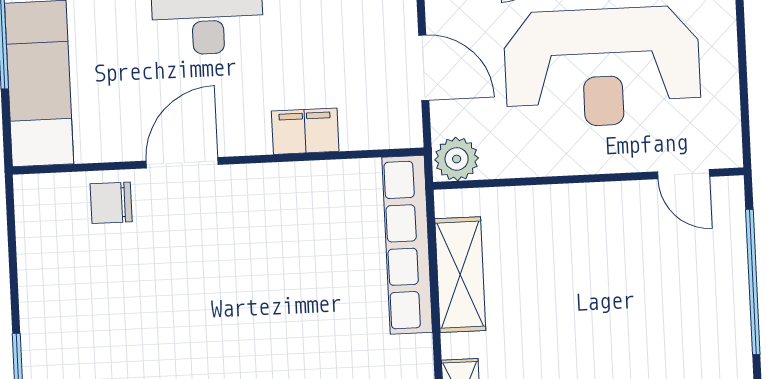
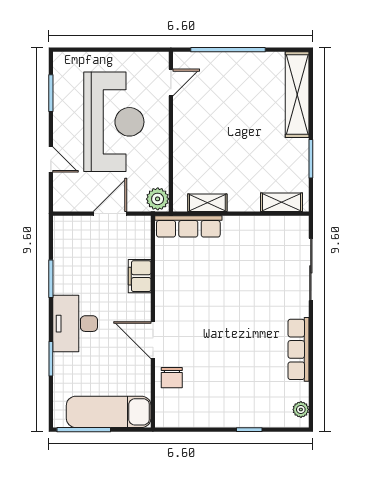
row of seats: (407, 245) -> (188, 226), width x0.73
shelving: (460, 275) -> (207, 203), width x0.67, depth x0.75

